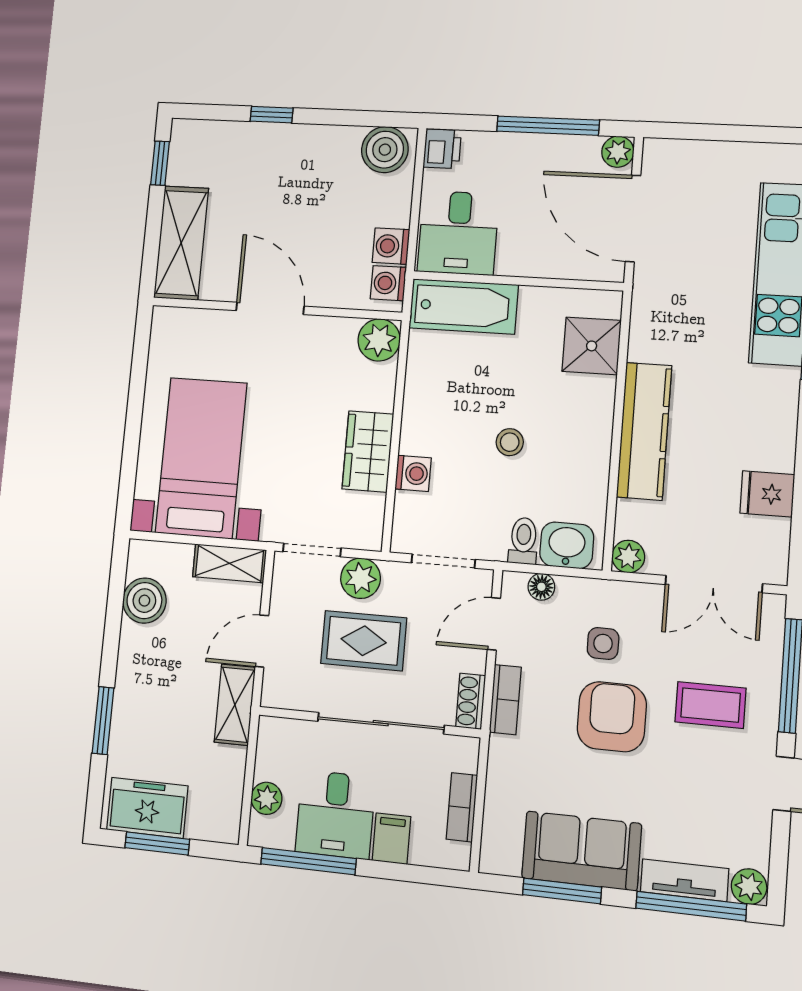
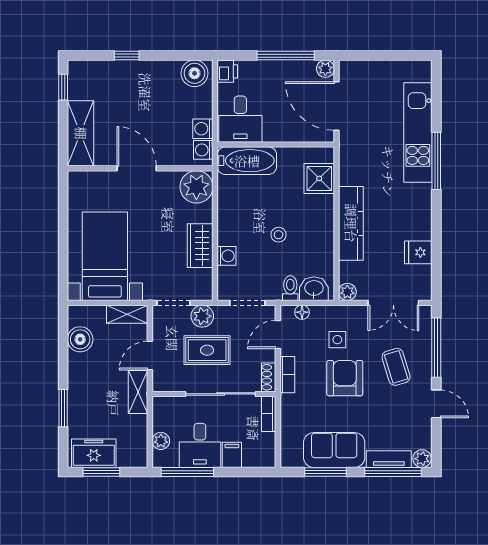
plant: (379, 340) -> (196, 187), width x1.36, depth x1.36
coffee table: (711, 705) -> (396, 367), turned 73
bookcase: (462, 807) -> (269, 414), moved

